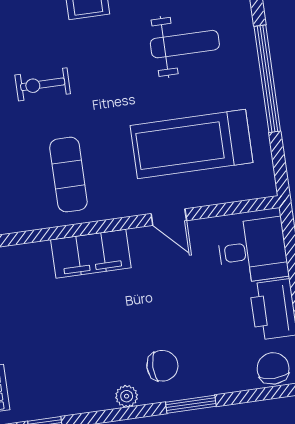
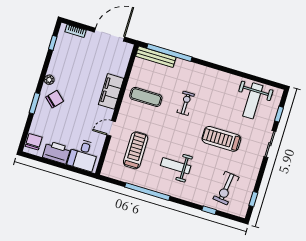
weight bench: (185, 44) -> (176, 166), turned 90
treadmill: (192, 144) -> (136, 150), width x0.73, depth x0.73
chair: (162, 366) -> (55, 99), turned -138
chair: (273, 368) -> (34, 142), turned -90

